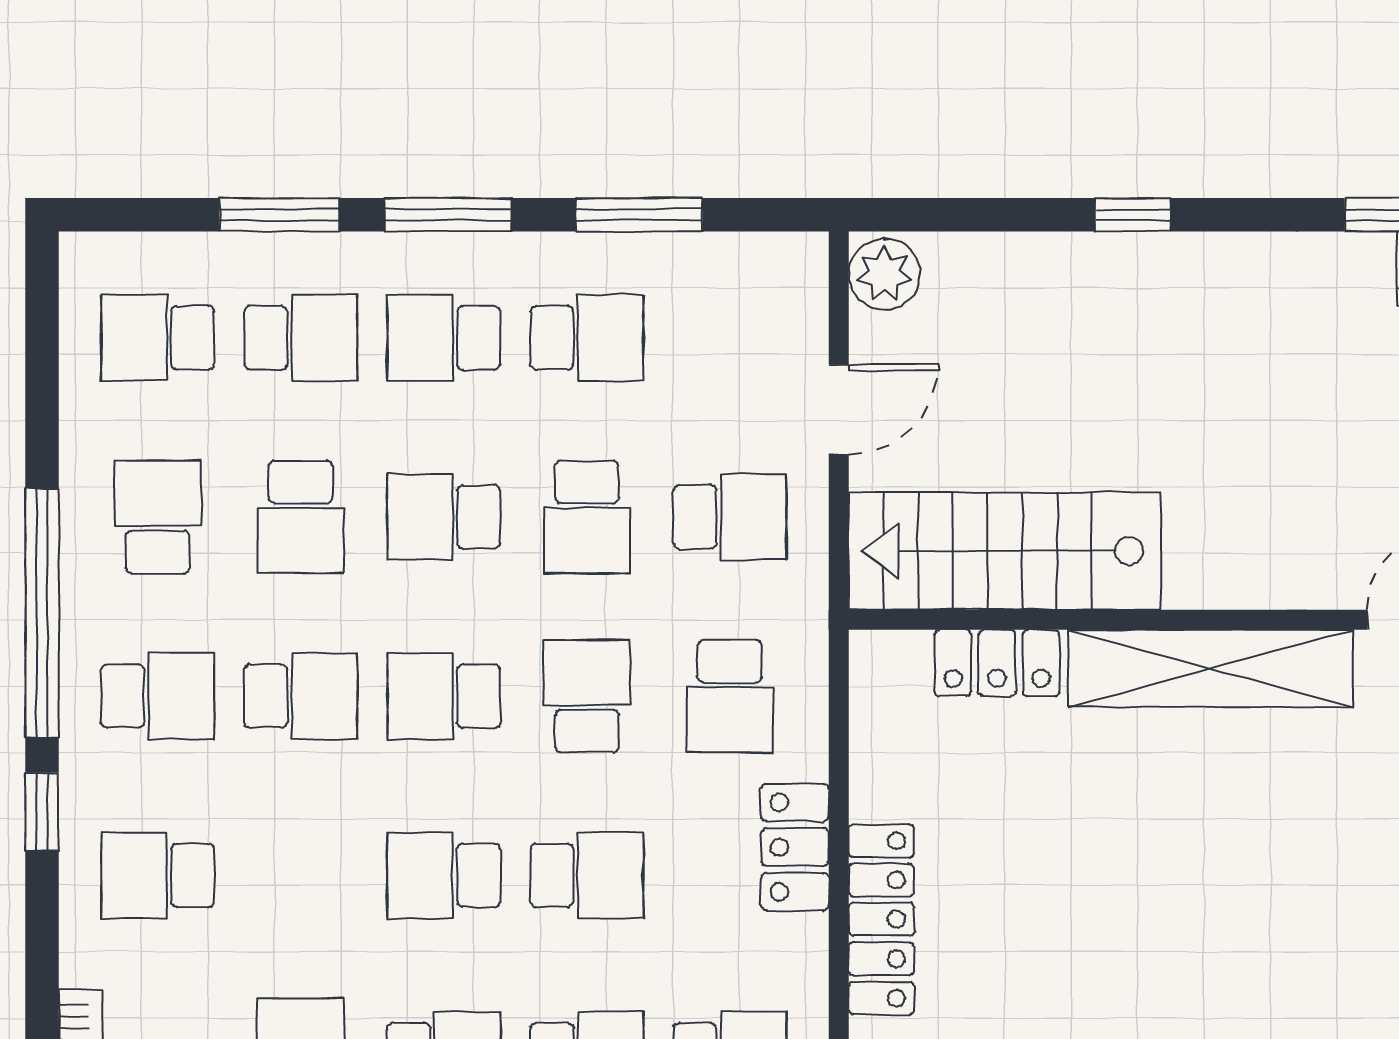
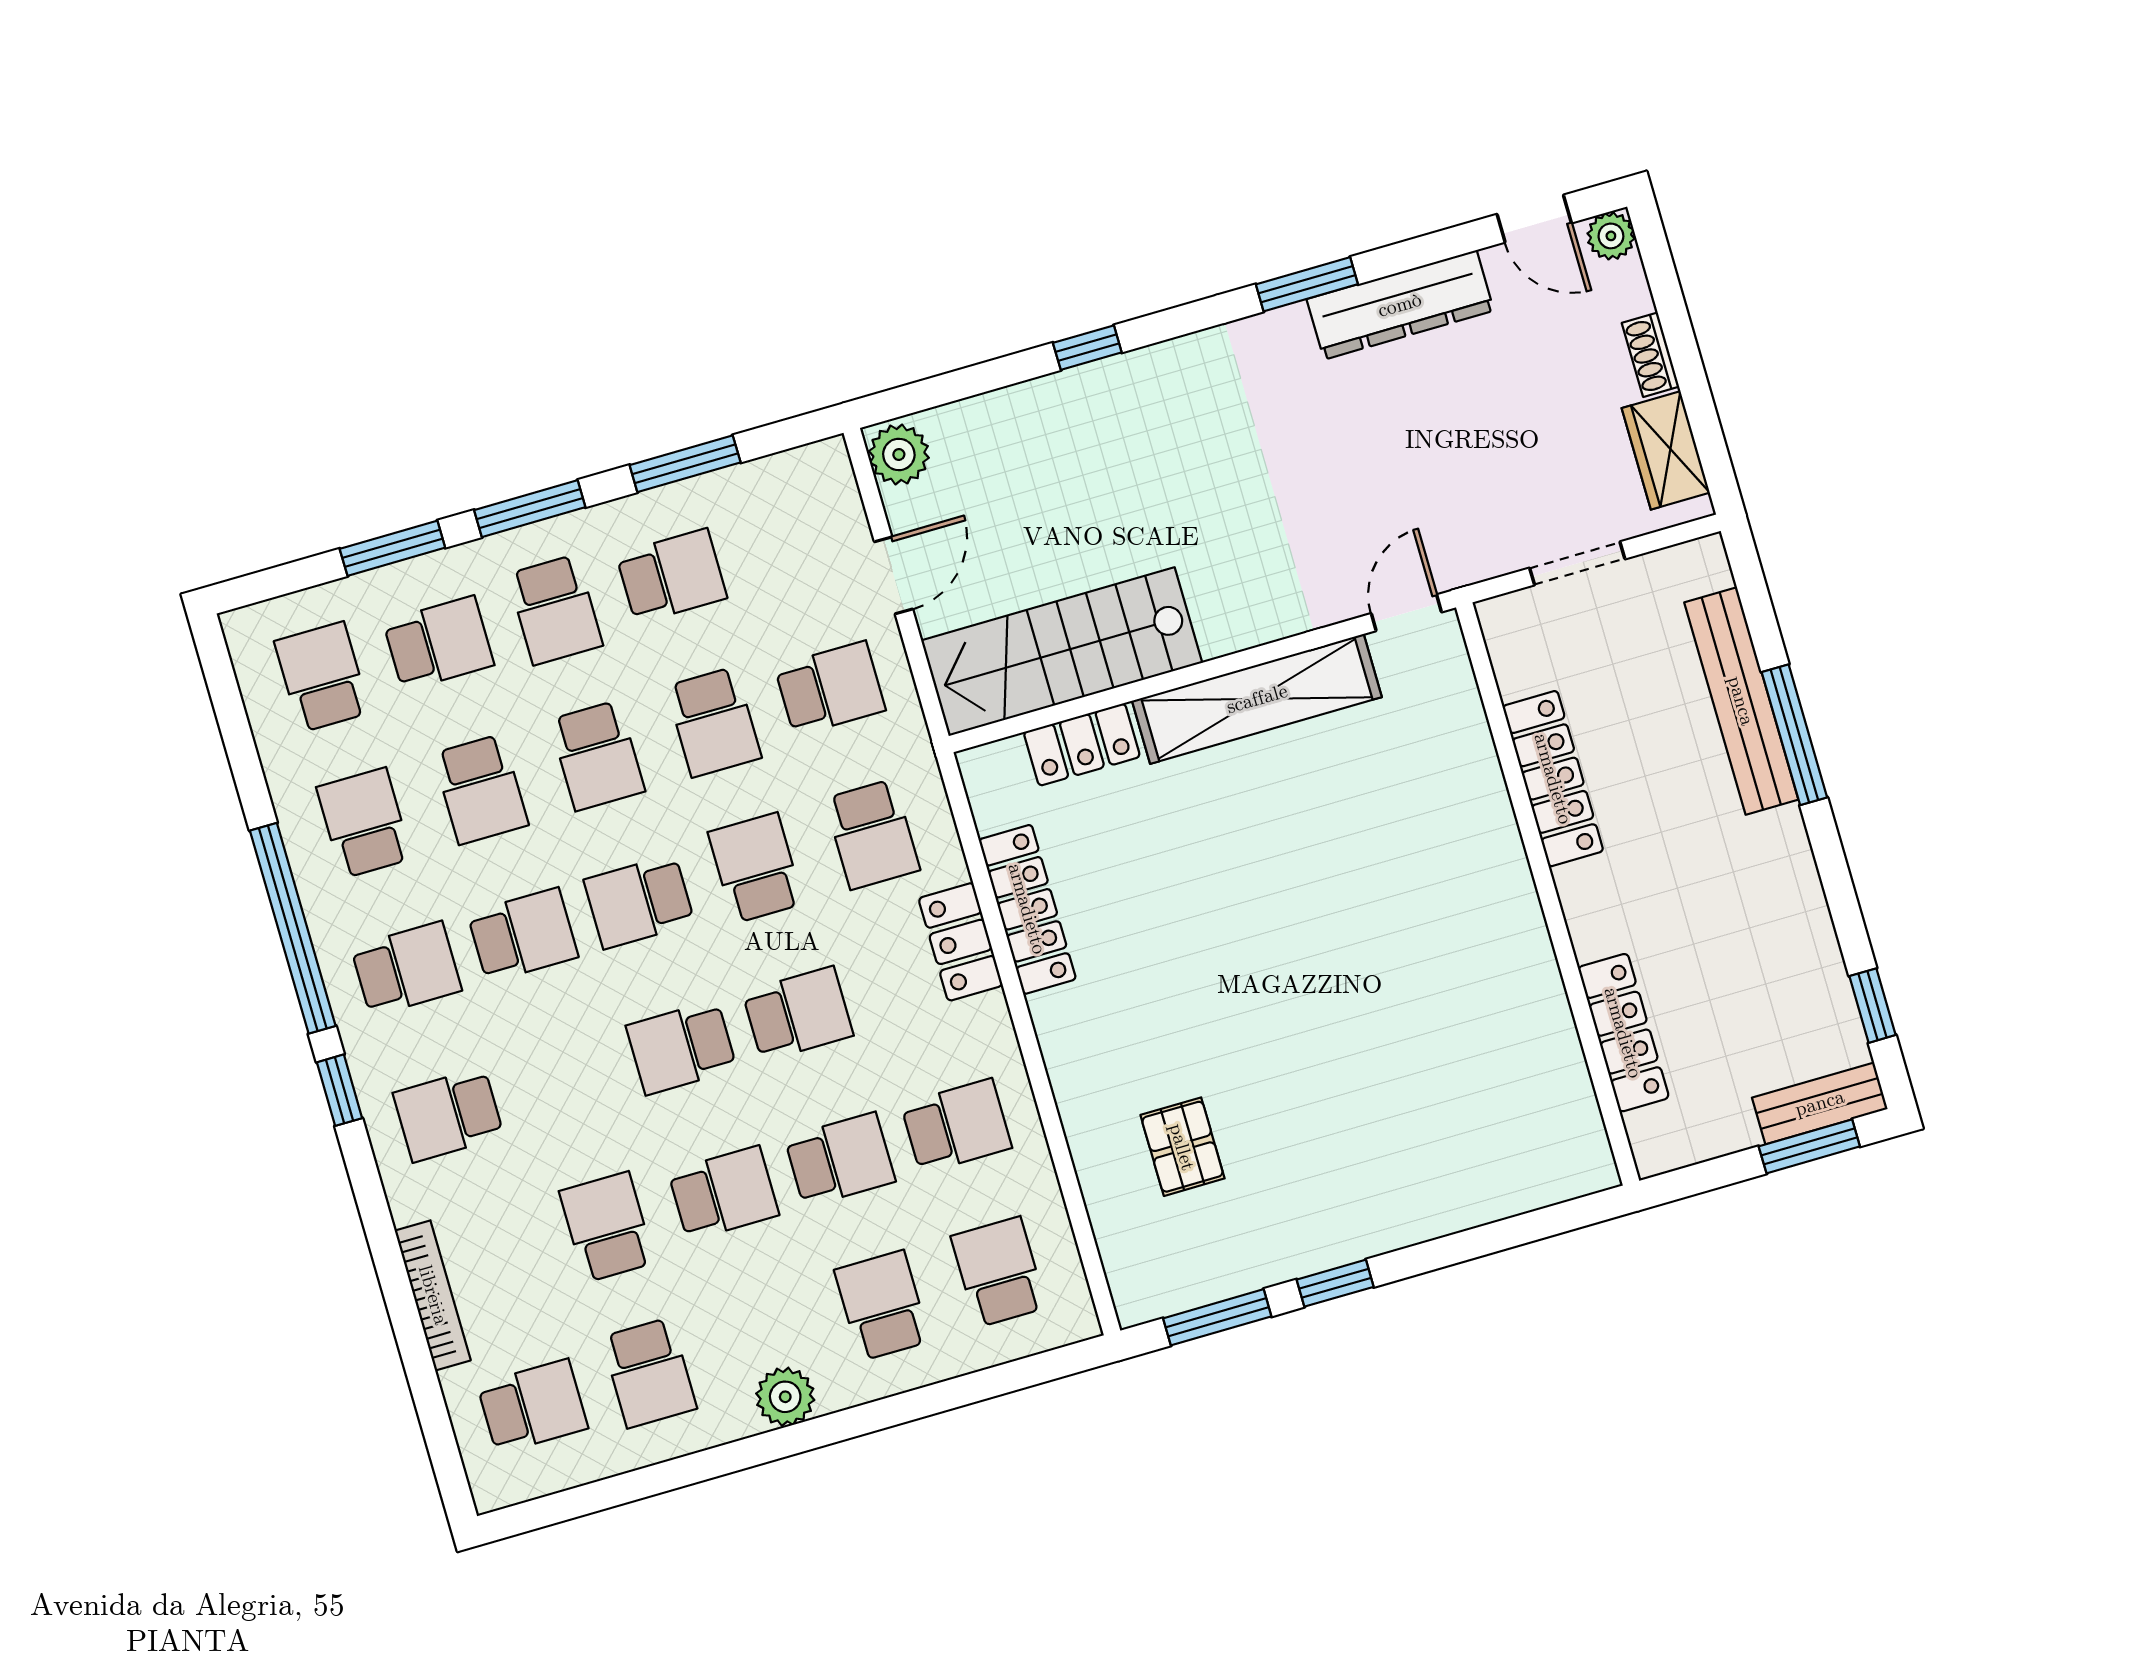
school desk: (158, 338) -> (322, 677), turned 90
school desk: (444, 338) -> (555, 610), turned -90
school desk: (444, 517) -> (597, 756), turned -90
locker: (881, 919) -> (1027, 909), moved

